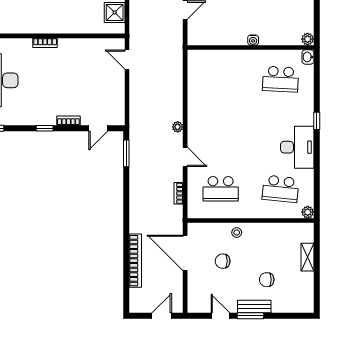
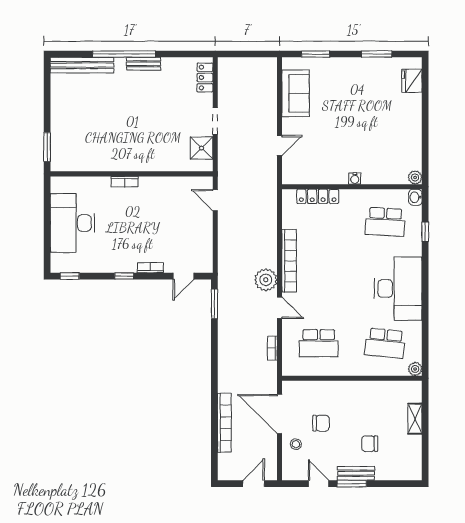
locker: (220, 56) -> (318, 196), added
bookcase: (194, 114) -> (289, 261), added
window: (317, 121) -> (425, 232), moved
plant: (178, 127) -> (266, 280), width x1.87, depth x1.87
desk: (297, 147) -> (398, 289), width x1.36, depth x1.30
stool: (237, 233) -> (296, 444), moved
chair: (223, 261) -> (321, 423), turned 180

